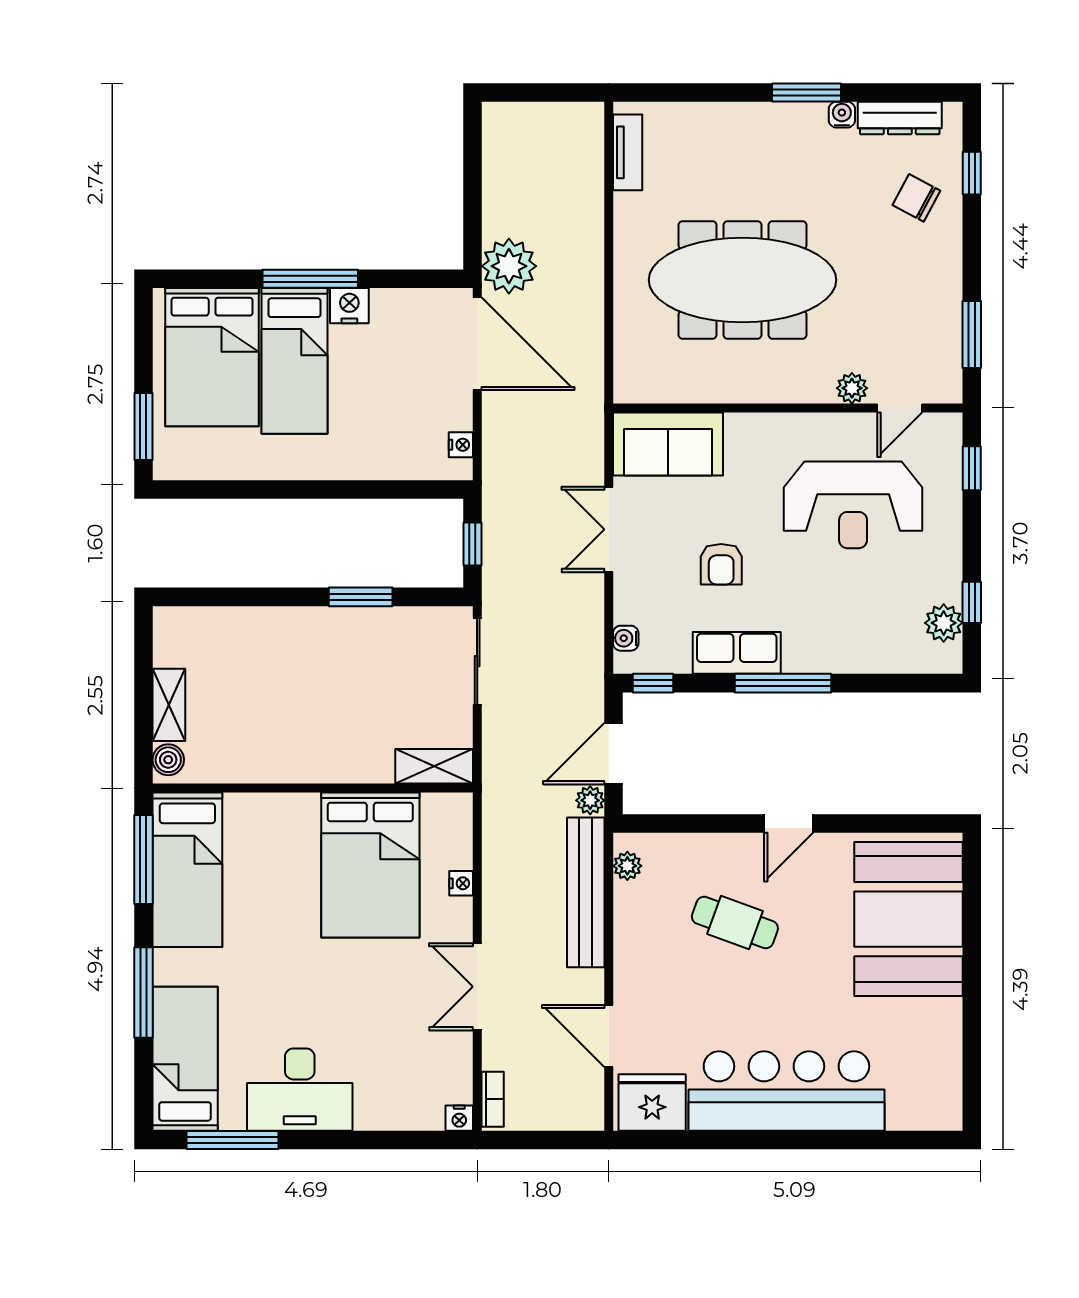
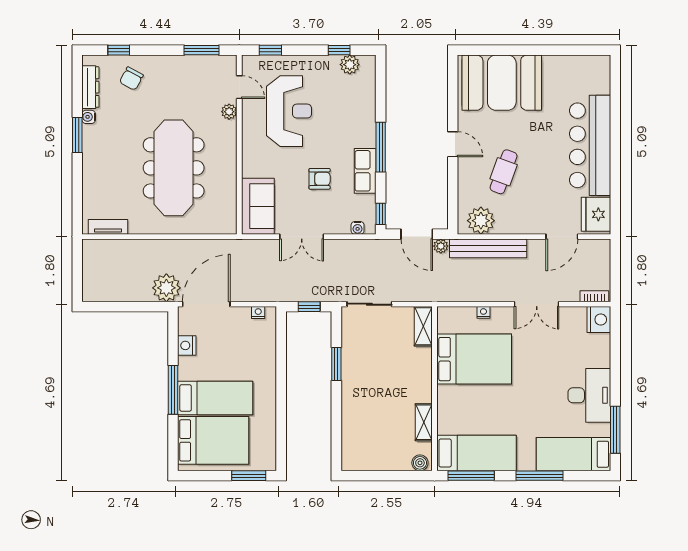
nightstand: (349, 306) -> (187, 345), moved
shelving: (169, 705) -> (424, 422), moved, turned 90
plant: (627, 866) -> (481, 221), width x1.88, depth x1.88
nightstand: (459, 1118) -> (599, 320), width x1.89, depth x1.79

